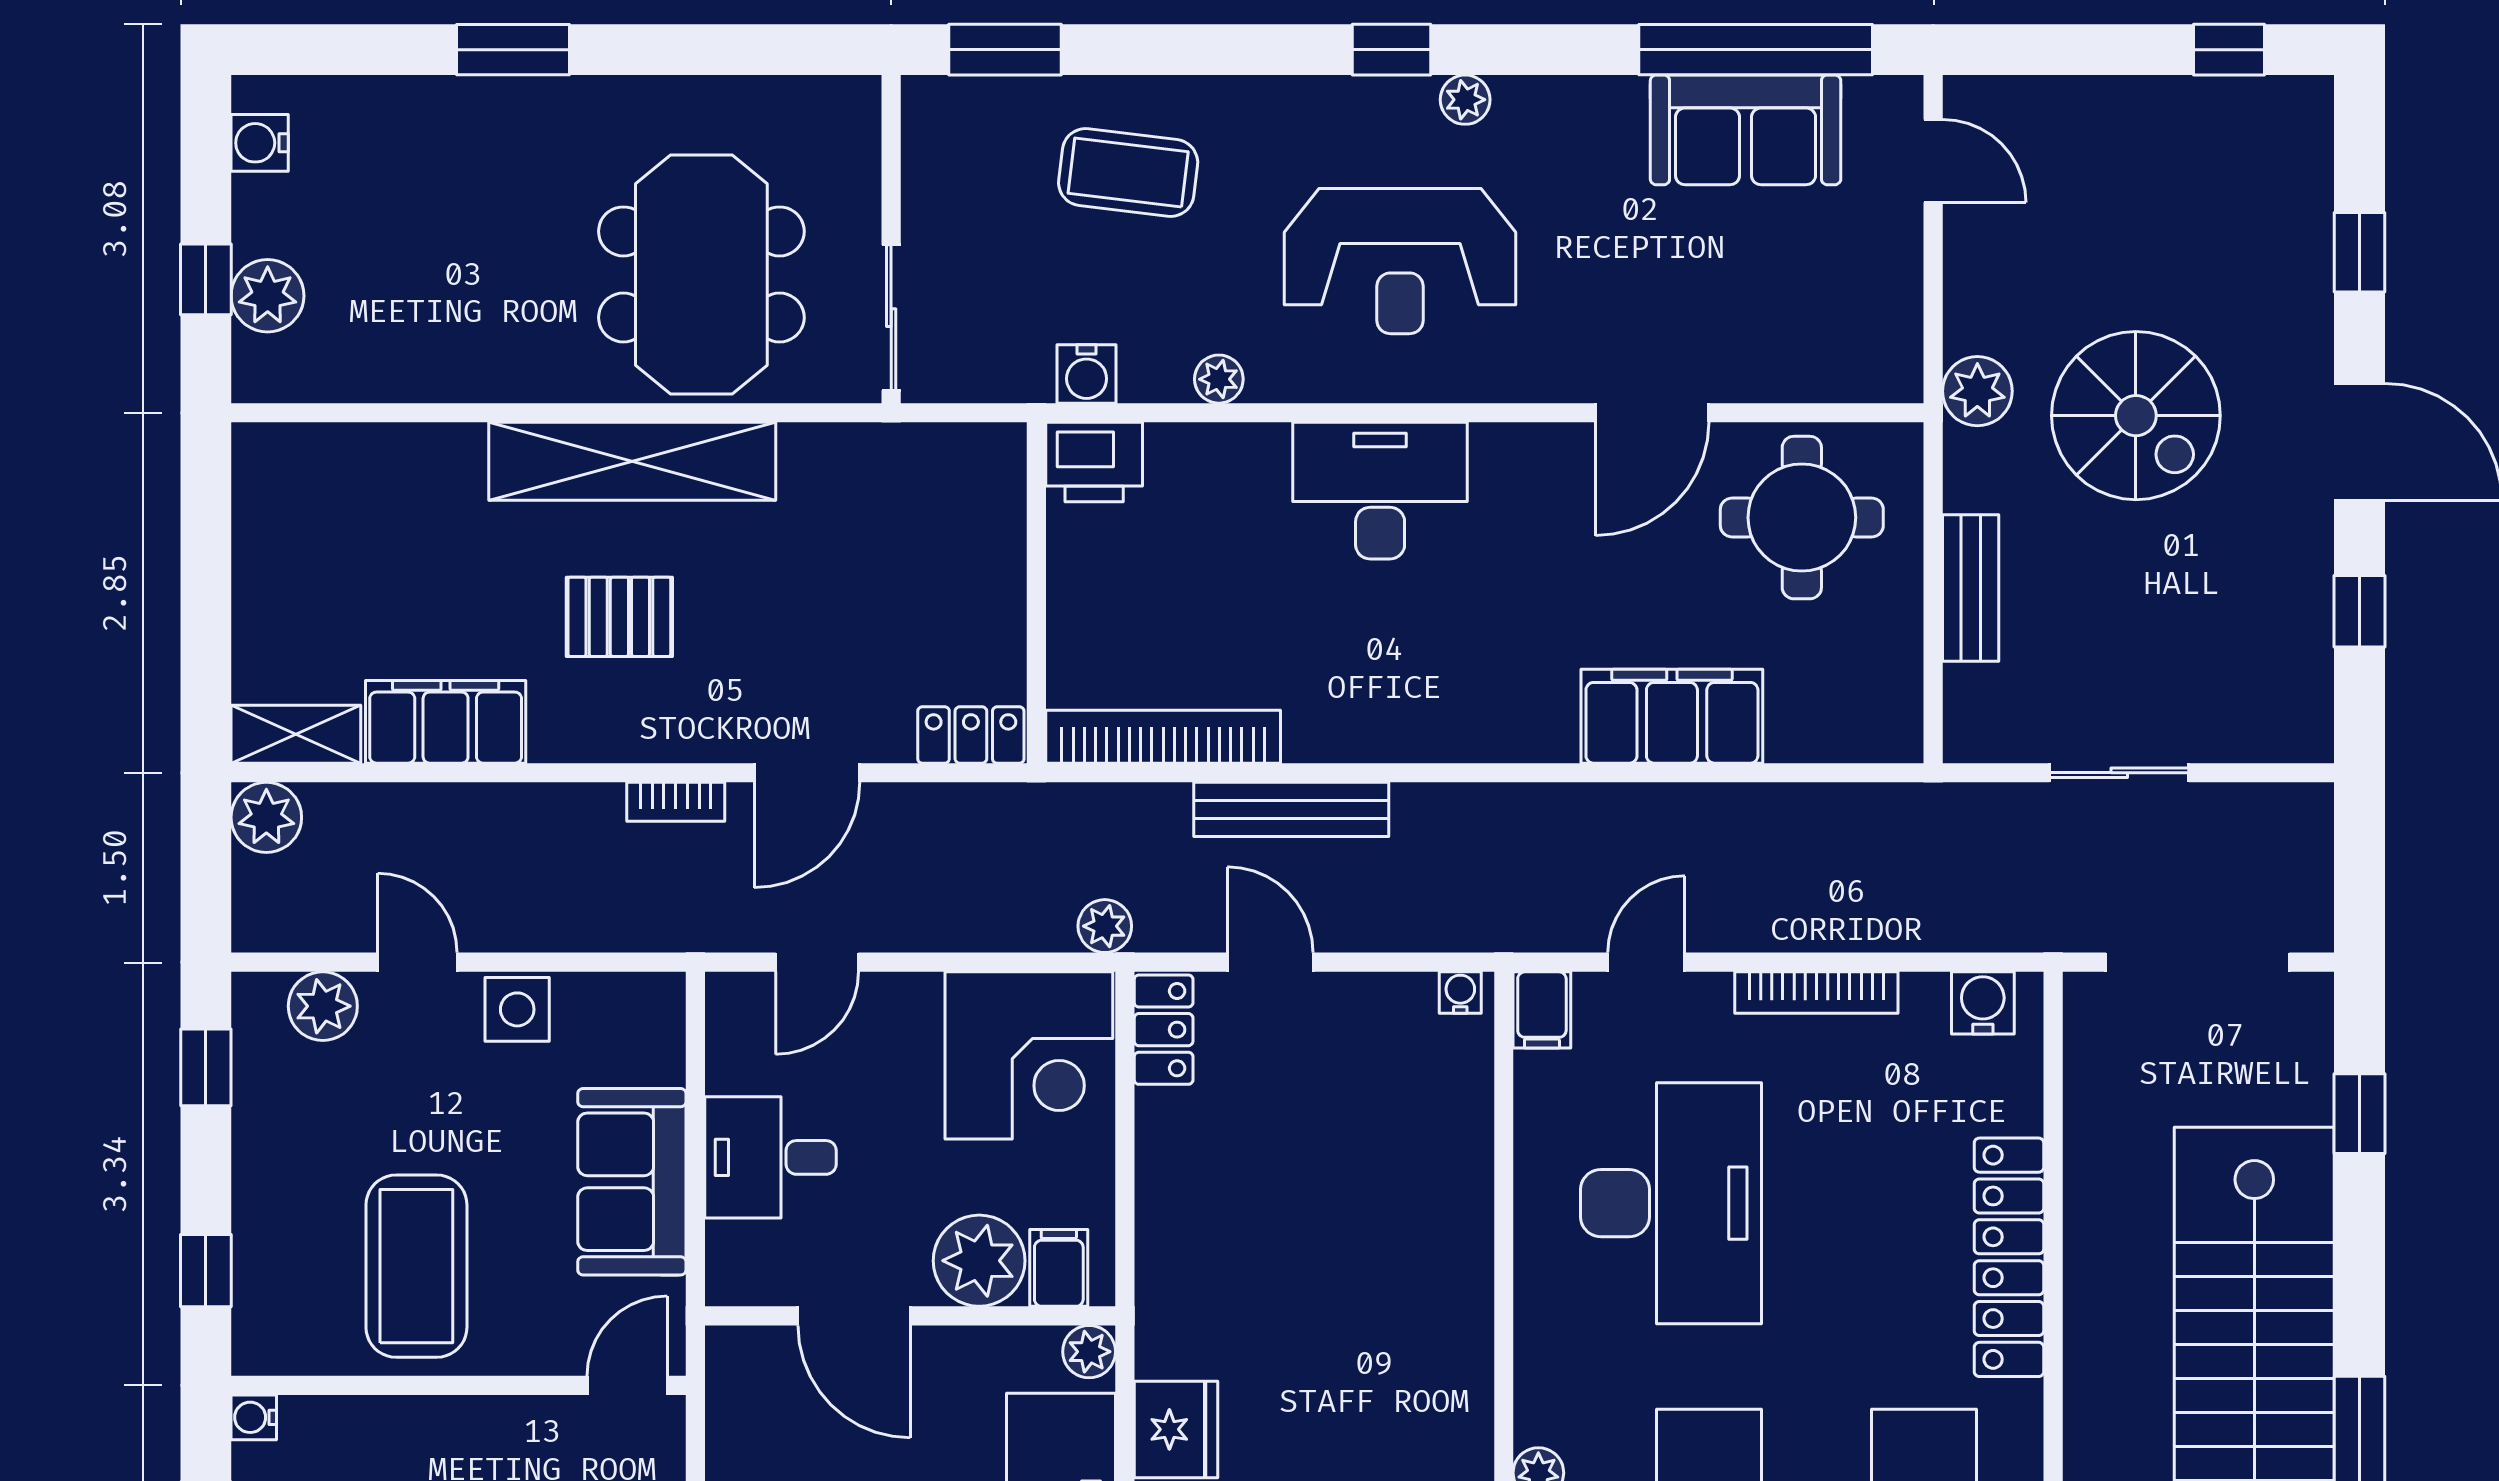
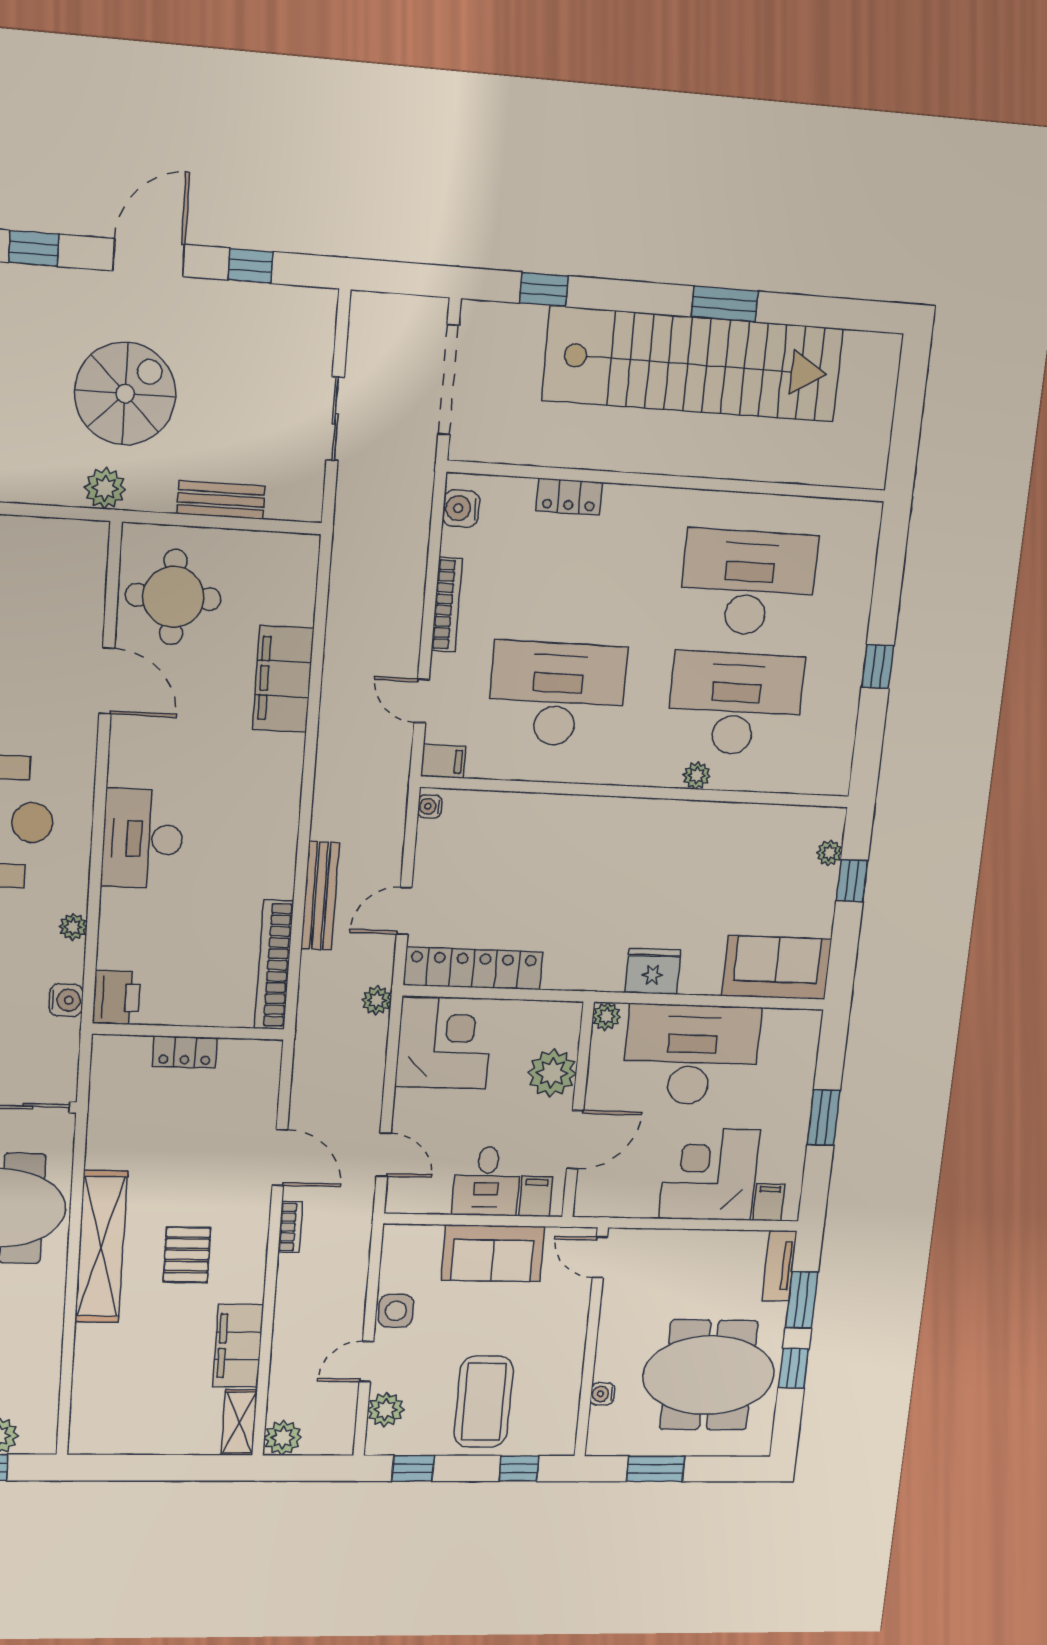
locker: (971, 735) -> (185, 1052), moved, turned -90
locker: (1164, 1030) -> (473, 968), width x2.16, depth x1.21
locker: (2009, 1257) -> (569, 497), width x0.46, depth x0.83
coffee table: (416, 1266) -> (484, 1402), moved, turned 90
filing cabinet: (1059, 1268) -> (536, 1196), moved, turned 90
water cooler: (254, 1417) -> (602, 1394), moved, turned 90

